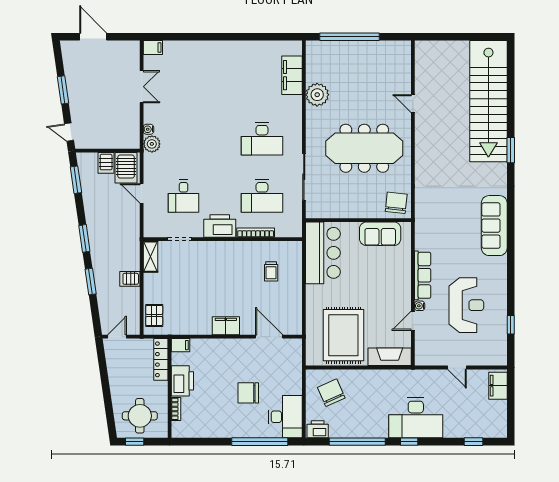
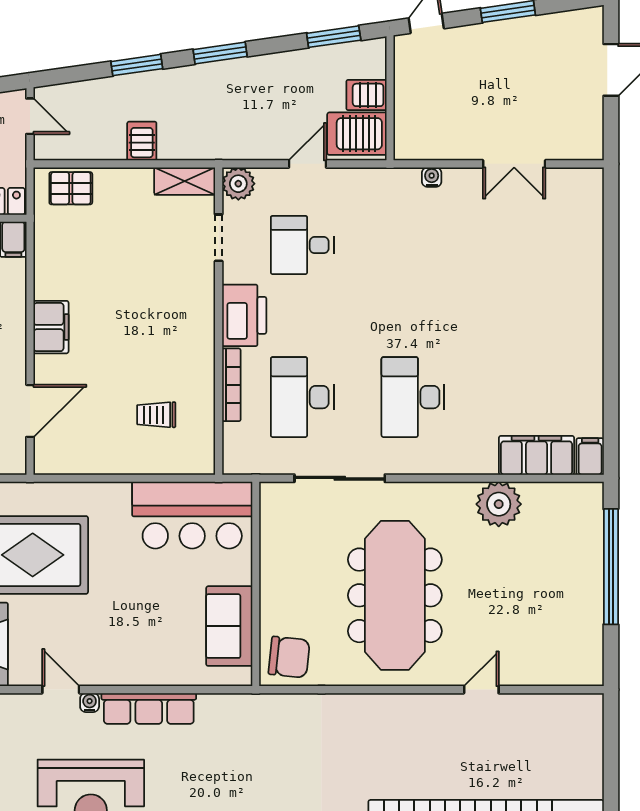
filing cabinet: (153, 48) -> (590, 457), moved, turned 180
plant: (152, 144) -> (238, 184), moved

